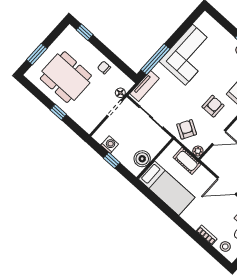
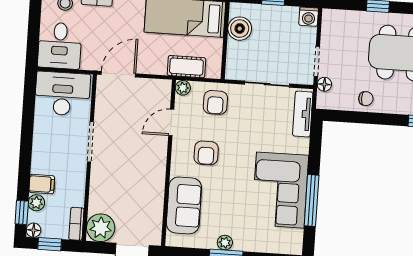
window: (155, 59) -> (312, 200), moved
armchair: (187, 129) -> (215, 102), turned 60
washing machine: (110, 145) -> (309, 17), moved

